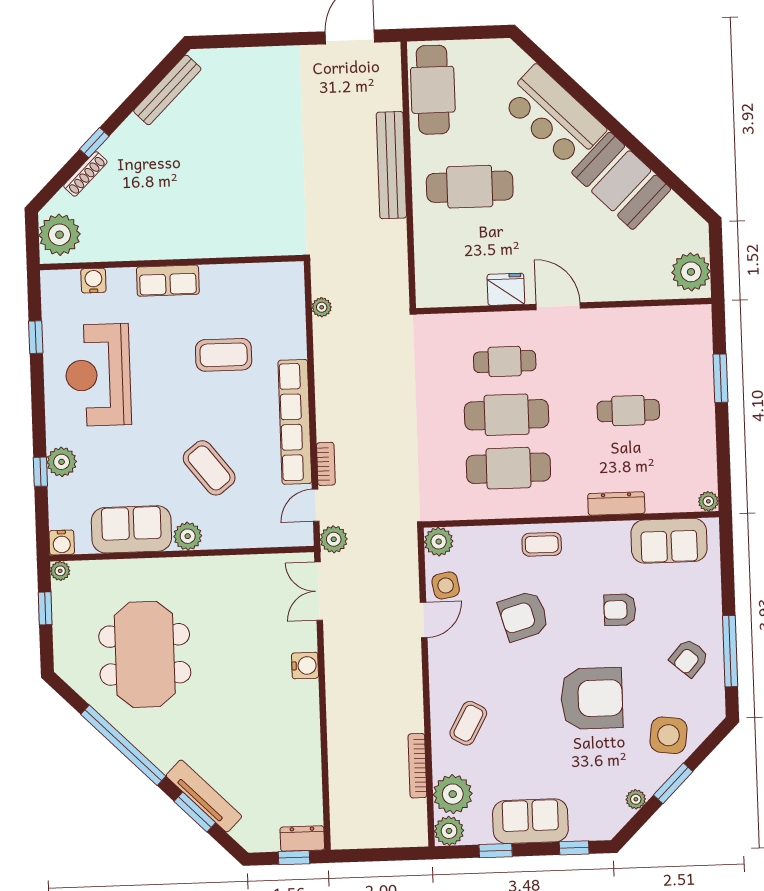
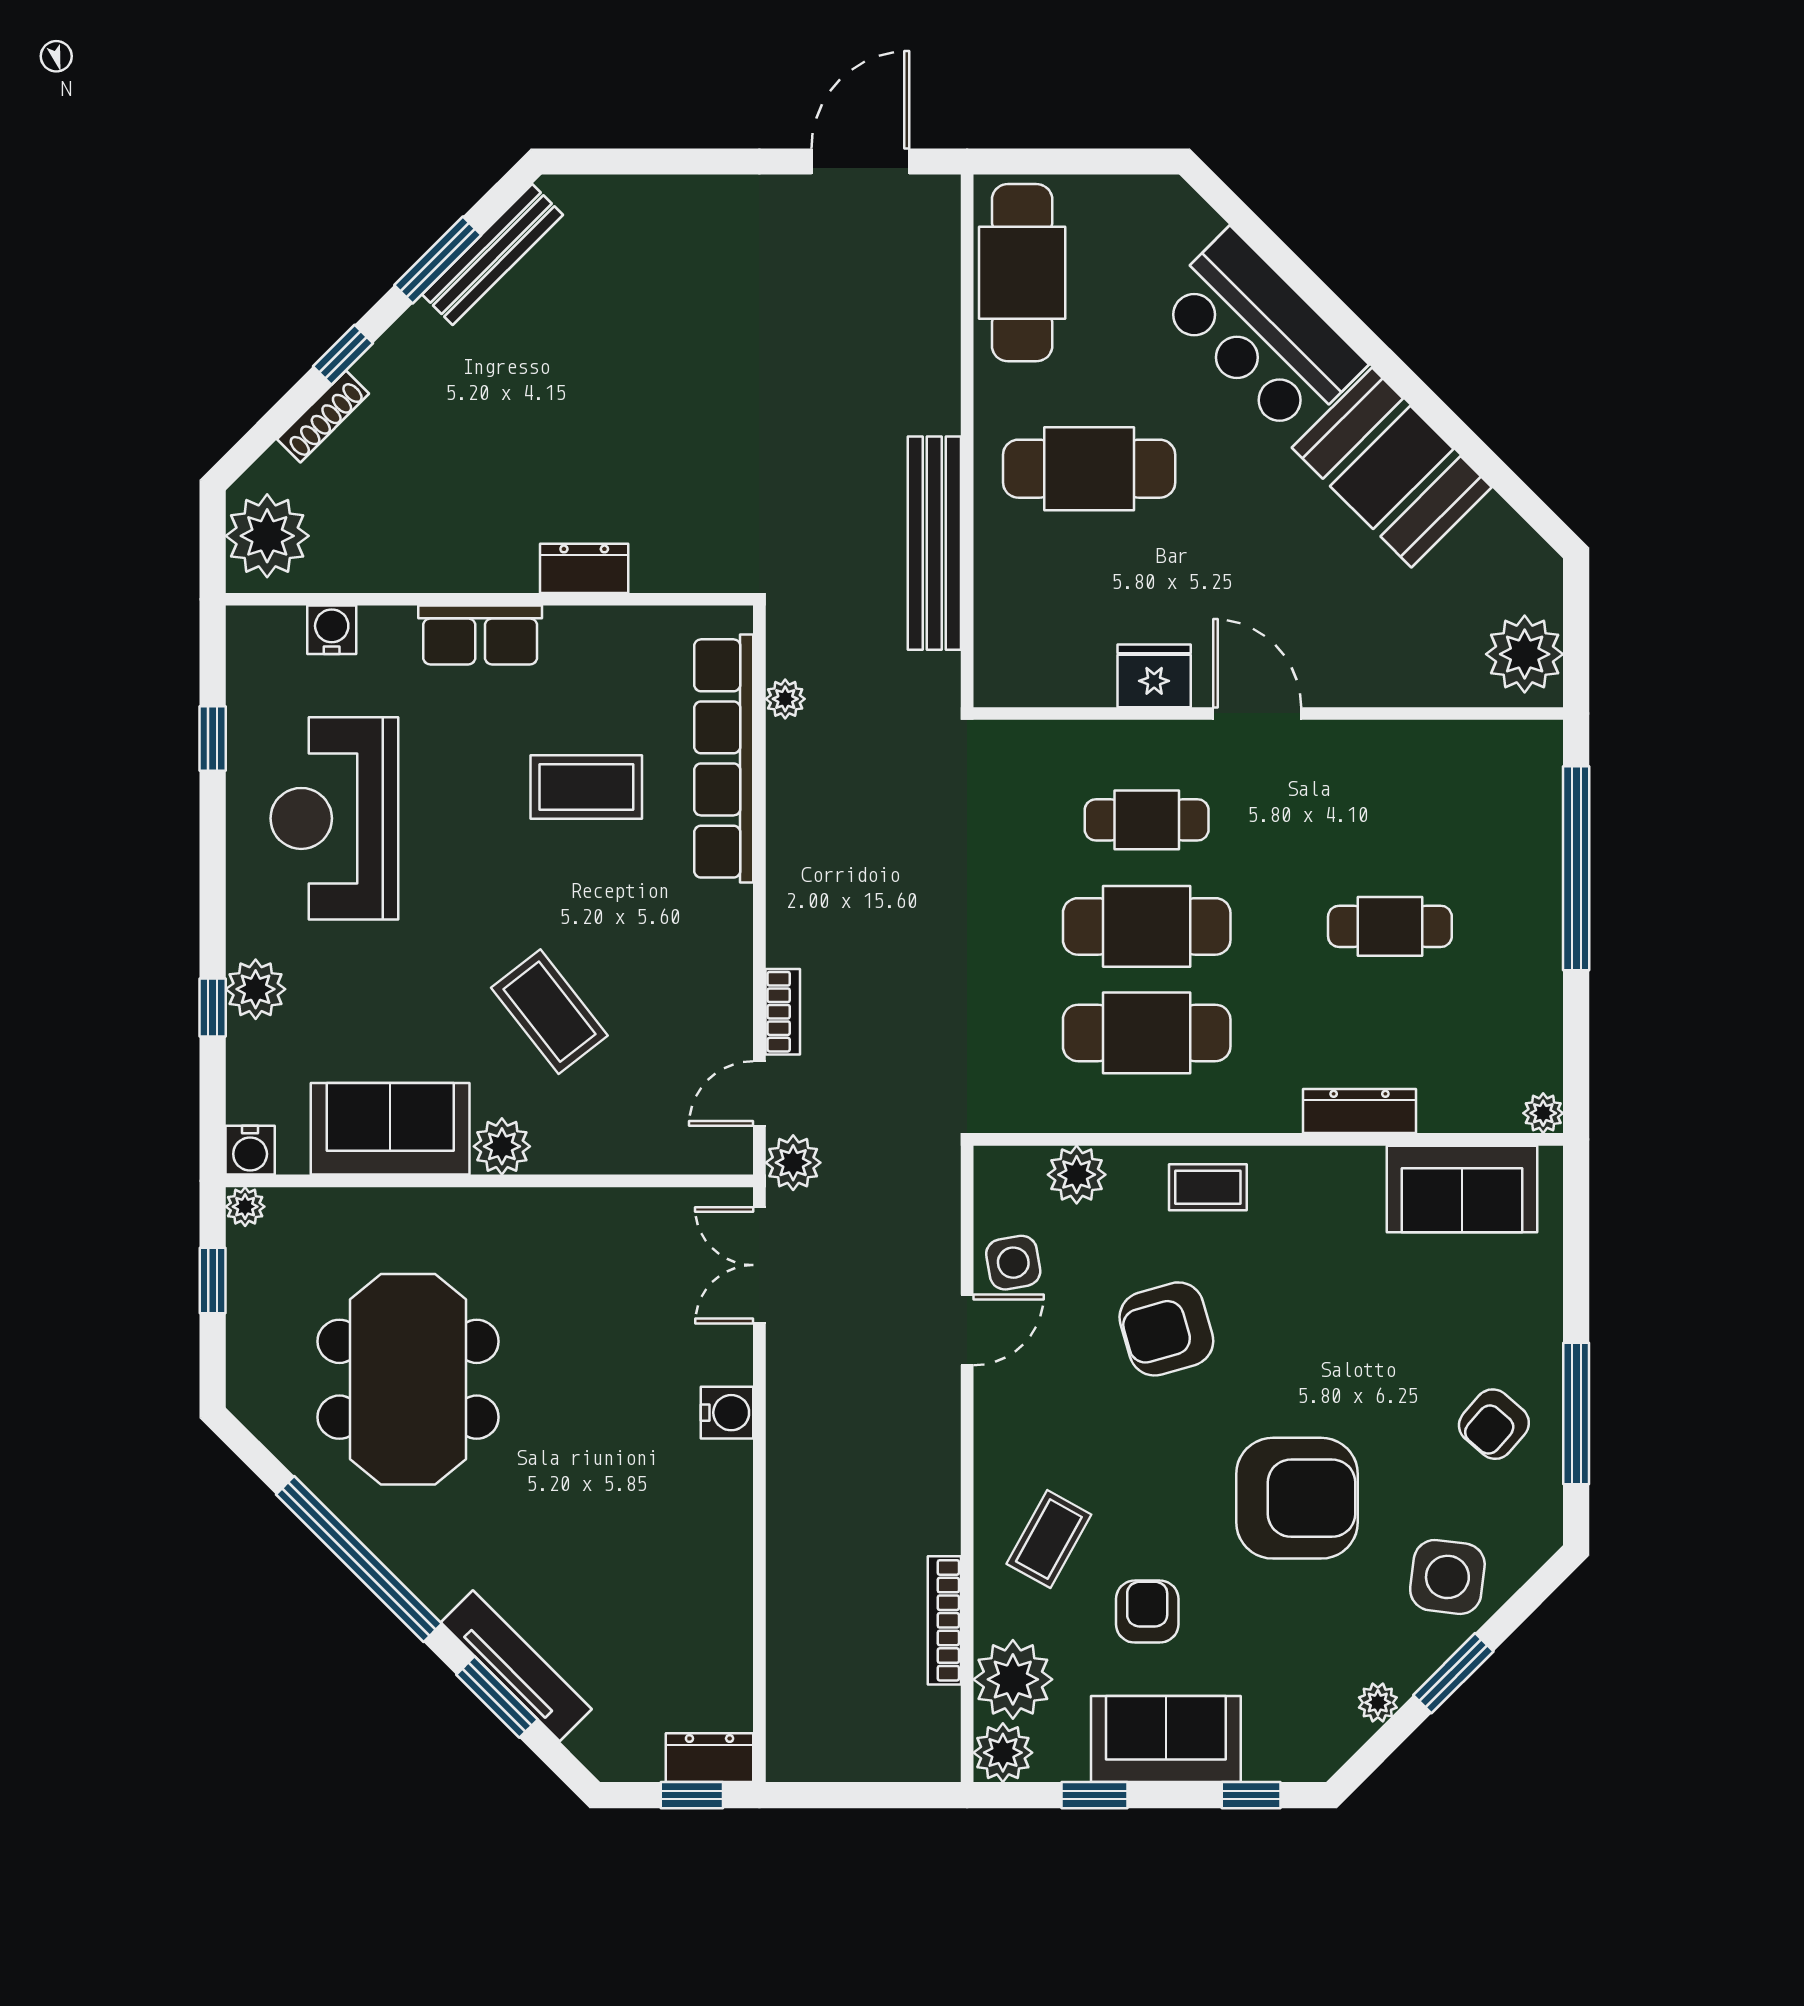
window: (140, 94) -> (438, 260), added
bench: (391, 165) -> (934, 543), moved
dresser: (219, 245) -> (584, 568), added
window: (721, 378) -> (1576, 868), width x2.11
row of seats: (295, 422) -> (724, 758), moved
plant: (439, 542) -> (1077, 1175), moved
armchair: (620, 610) -> (1147, 1612), moved, turned 90

